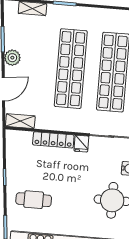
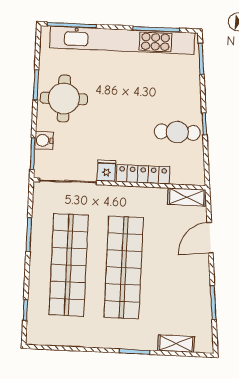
plant: (12, 58) -> (200, 279), removed
cafe table: (34, 200) -> (177, 132), moved

